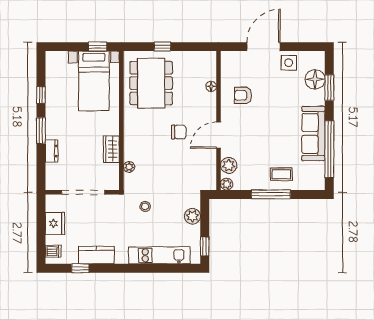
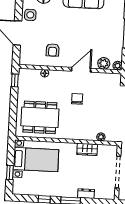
window: (98, 47) -> (10, 172), moved
window: (162, 47) -> (15, 80), moved
door: (218, 135) -> (81, 70), swing flipped
coffee table: (281, 174) -> (112, 25), removed

